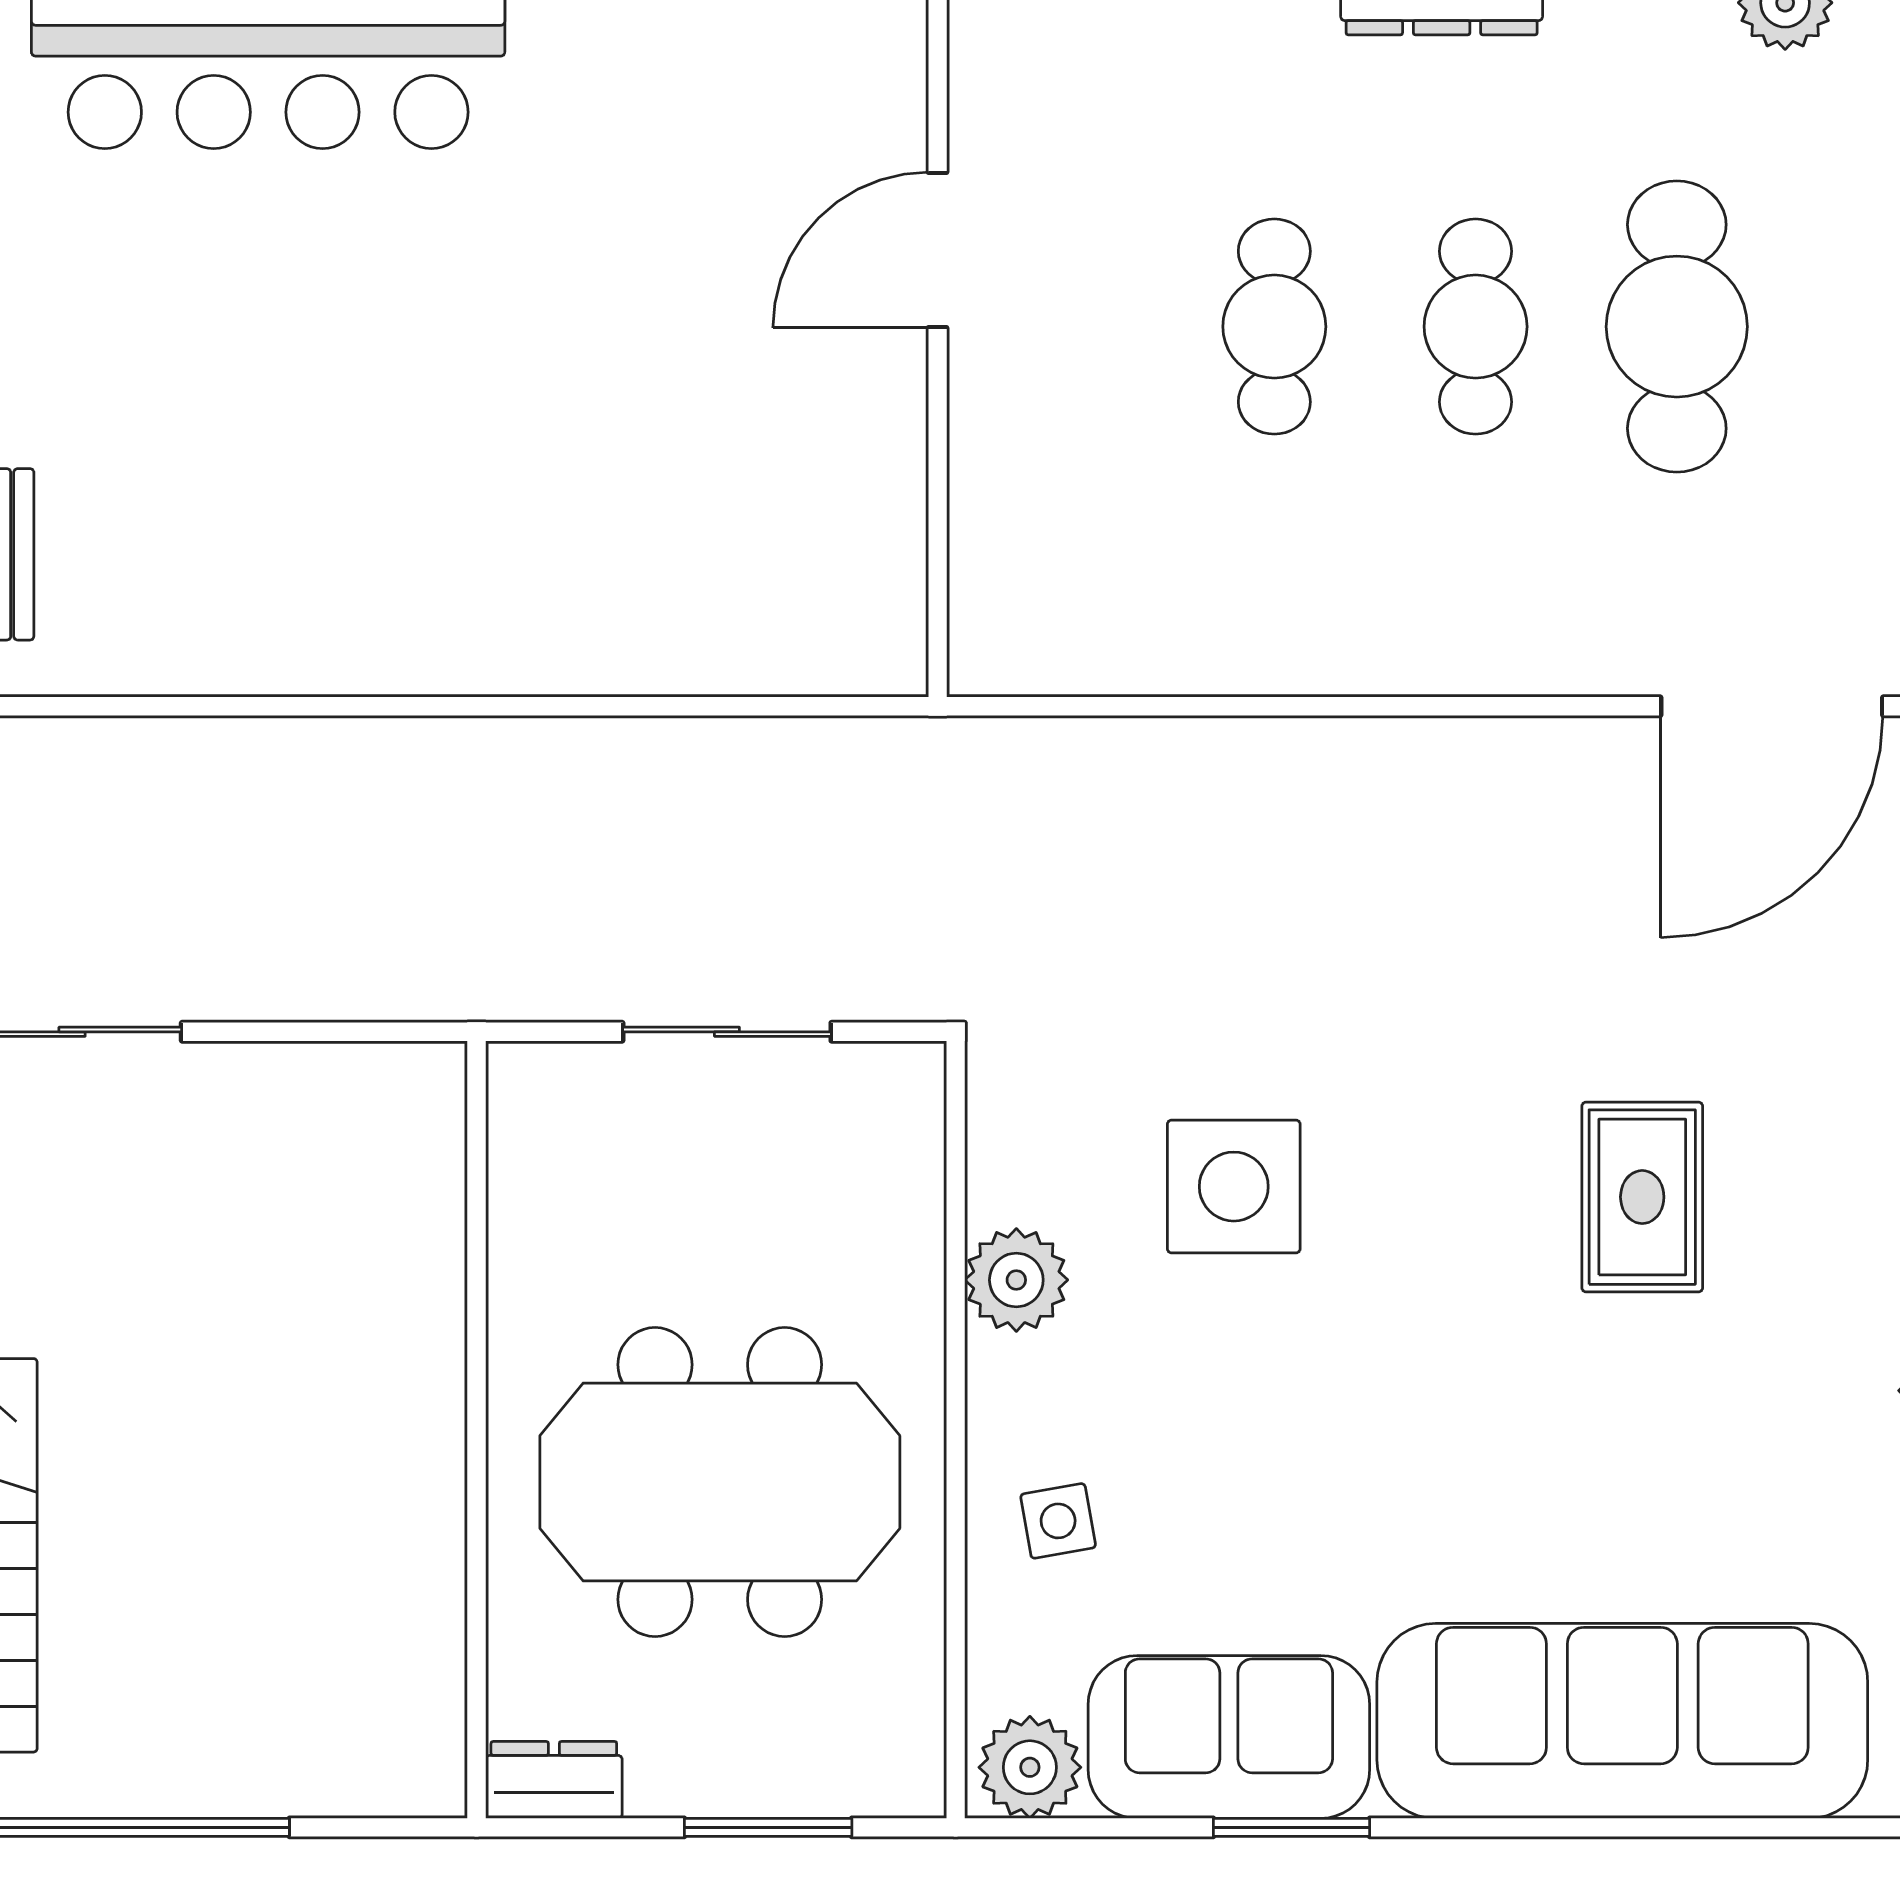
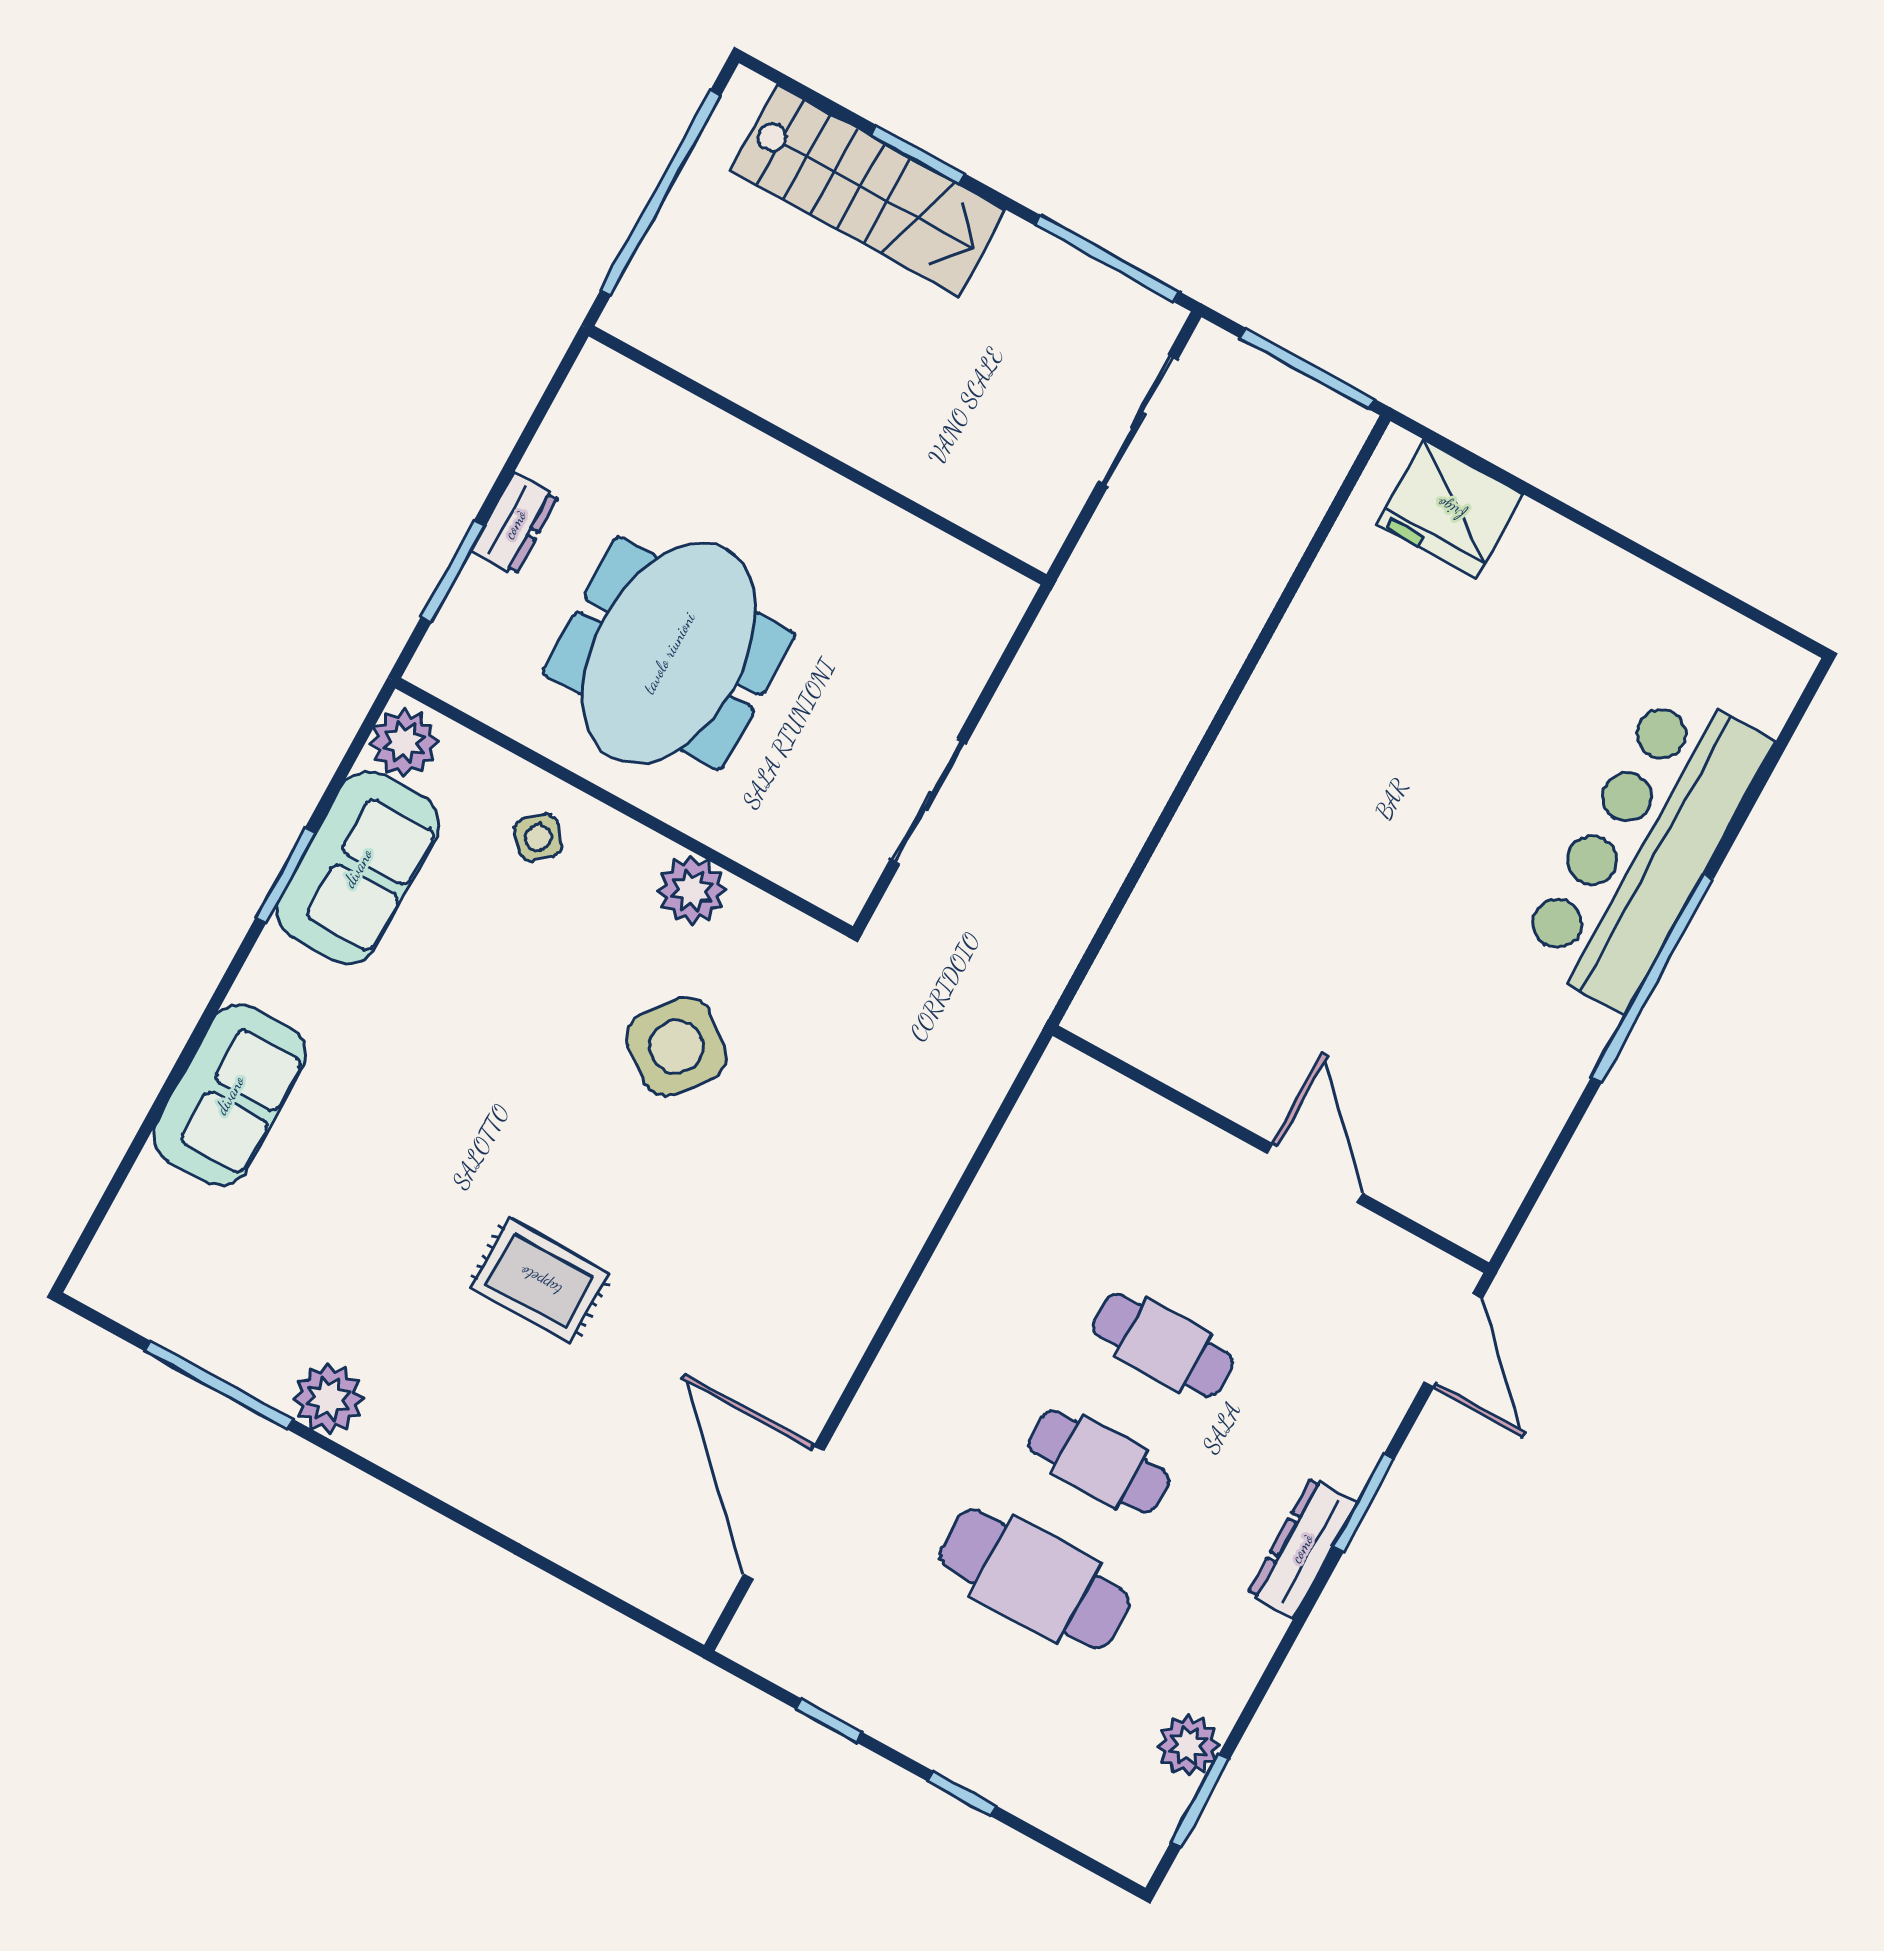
side table: (1234, 1187) -> (676, 1047), turned 38
wall: (476, 1430) -> (818, 455), moved
side table: (1058, 1521) -> (538, 838), turned -31
sofa: (1622, 1721) -> (230, 1095), width x0.54, depth x0.79
dresser: (554, 1780) -> (515, 524), moved

